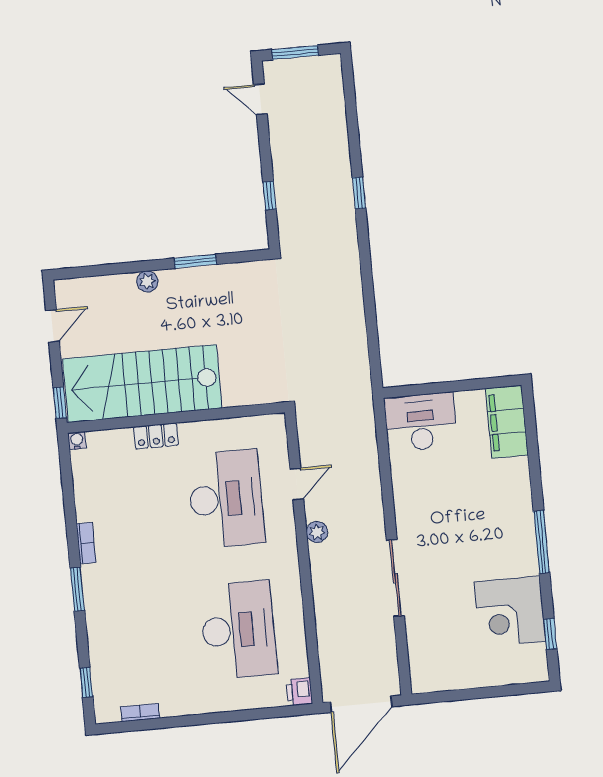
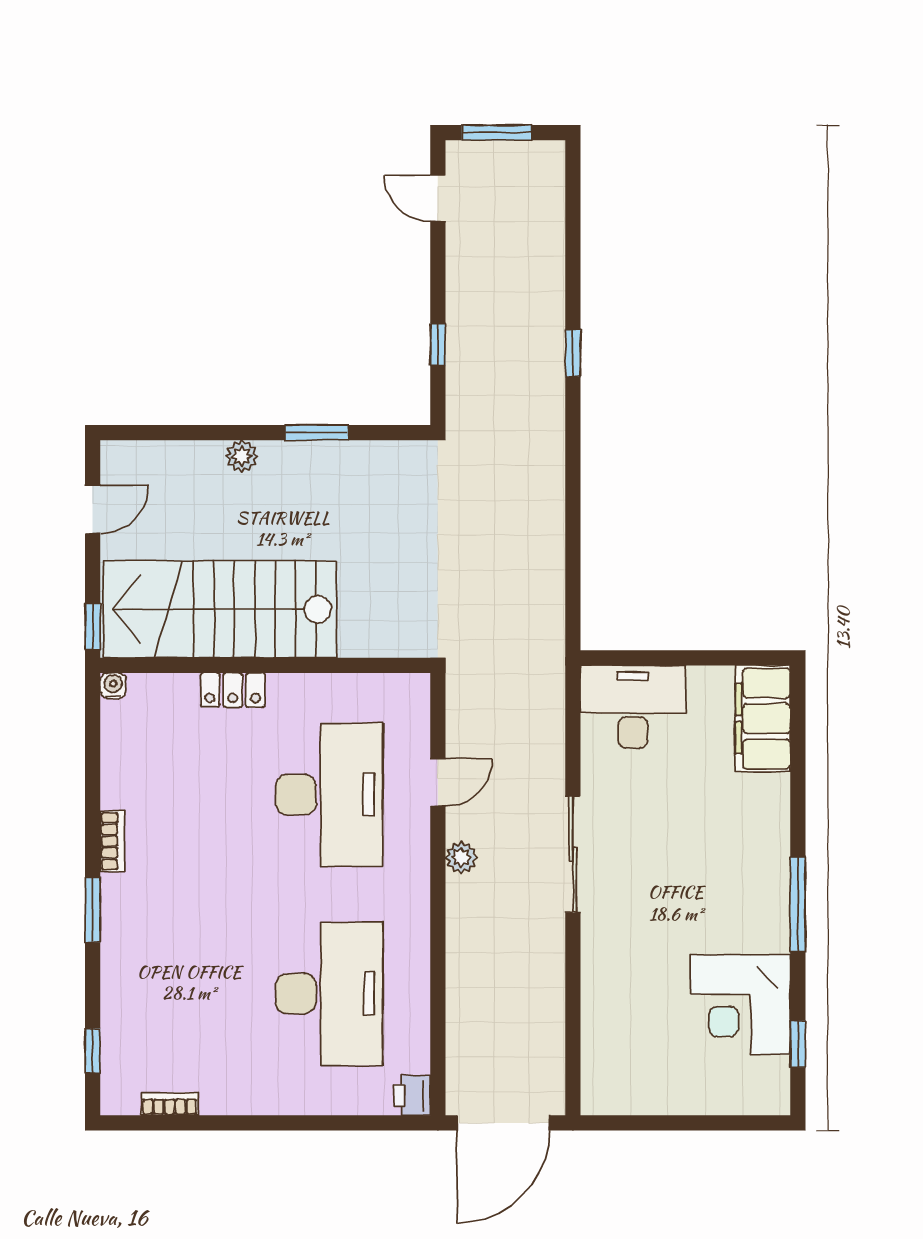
sliding door: (395, 578) -> (573, 854), moved

